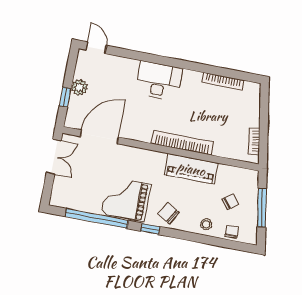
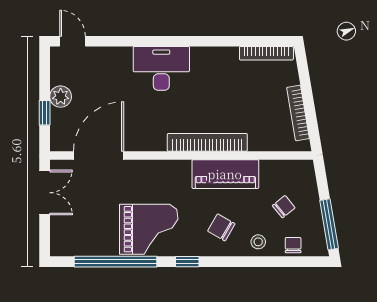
bookcase: (223, 81) -> (266, 53), moved
bookcase: (254, 141) -> (298, 113), width x1.56
grand piano: (126, 199) -> (149, 229), turned 180
window: (262, 208) -> (329, 224), moved
chair: (169, 213) -> (221, 227), moved

